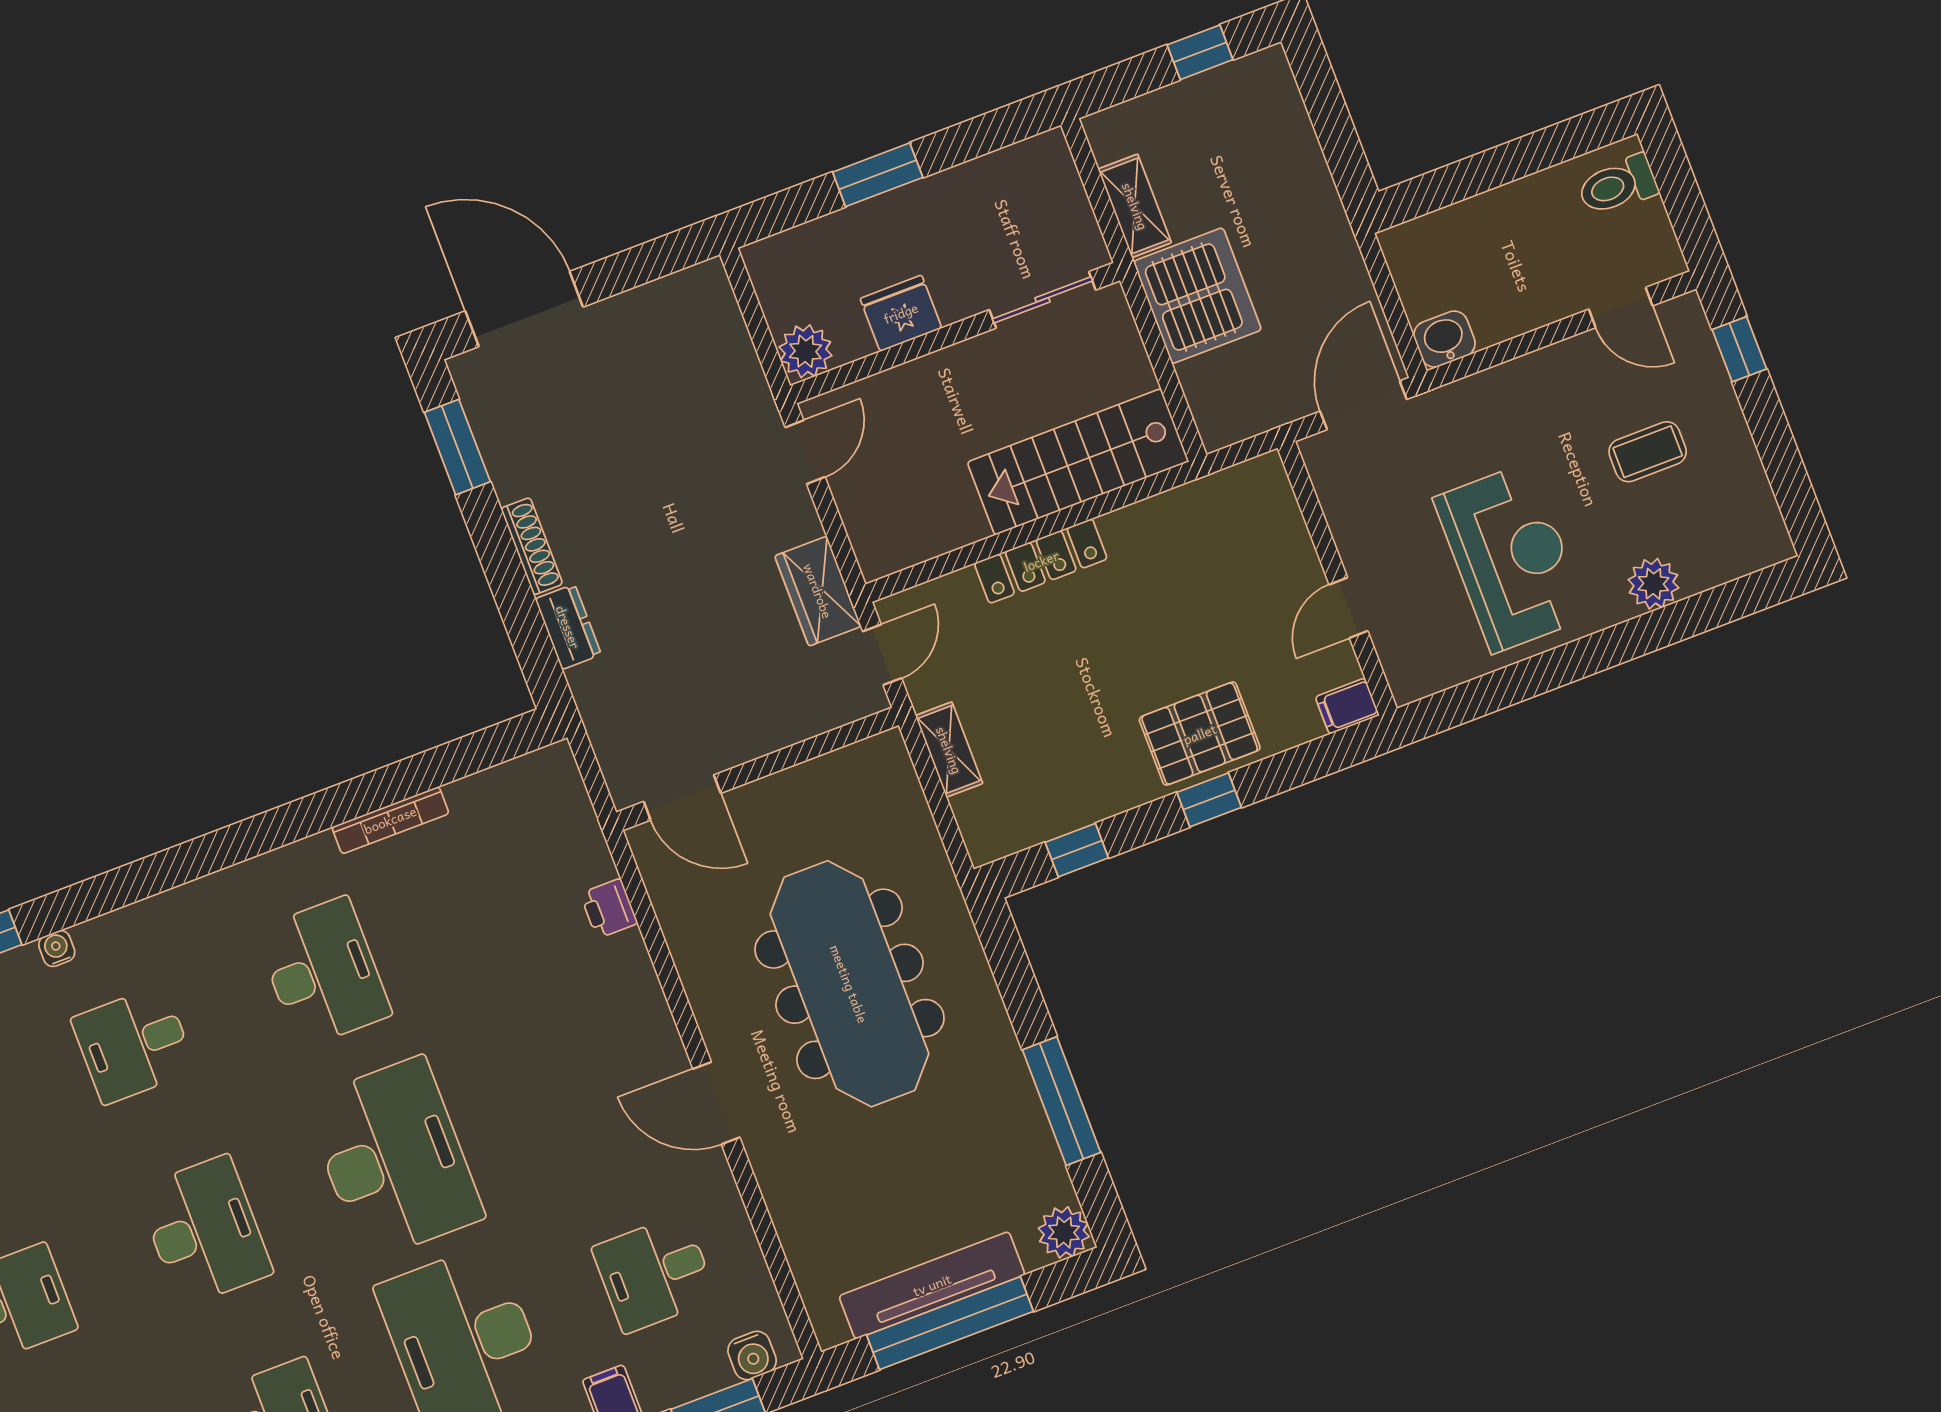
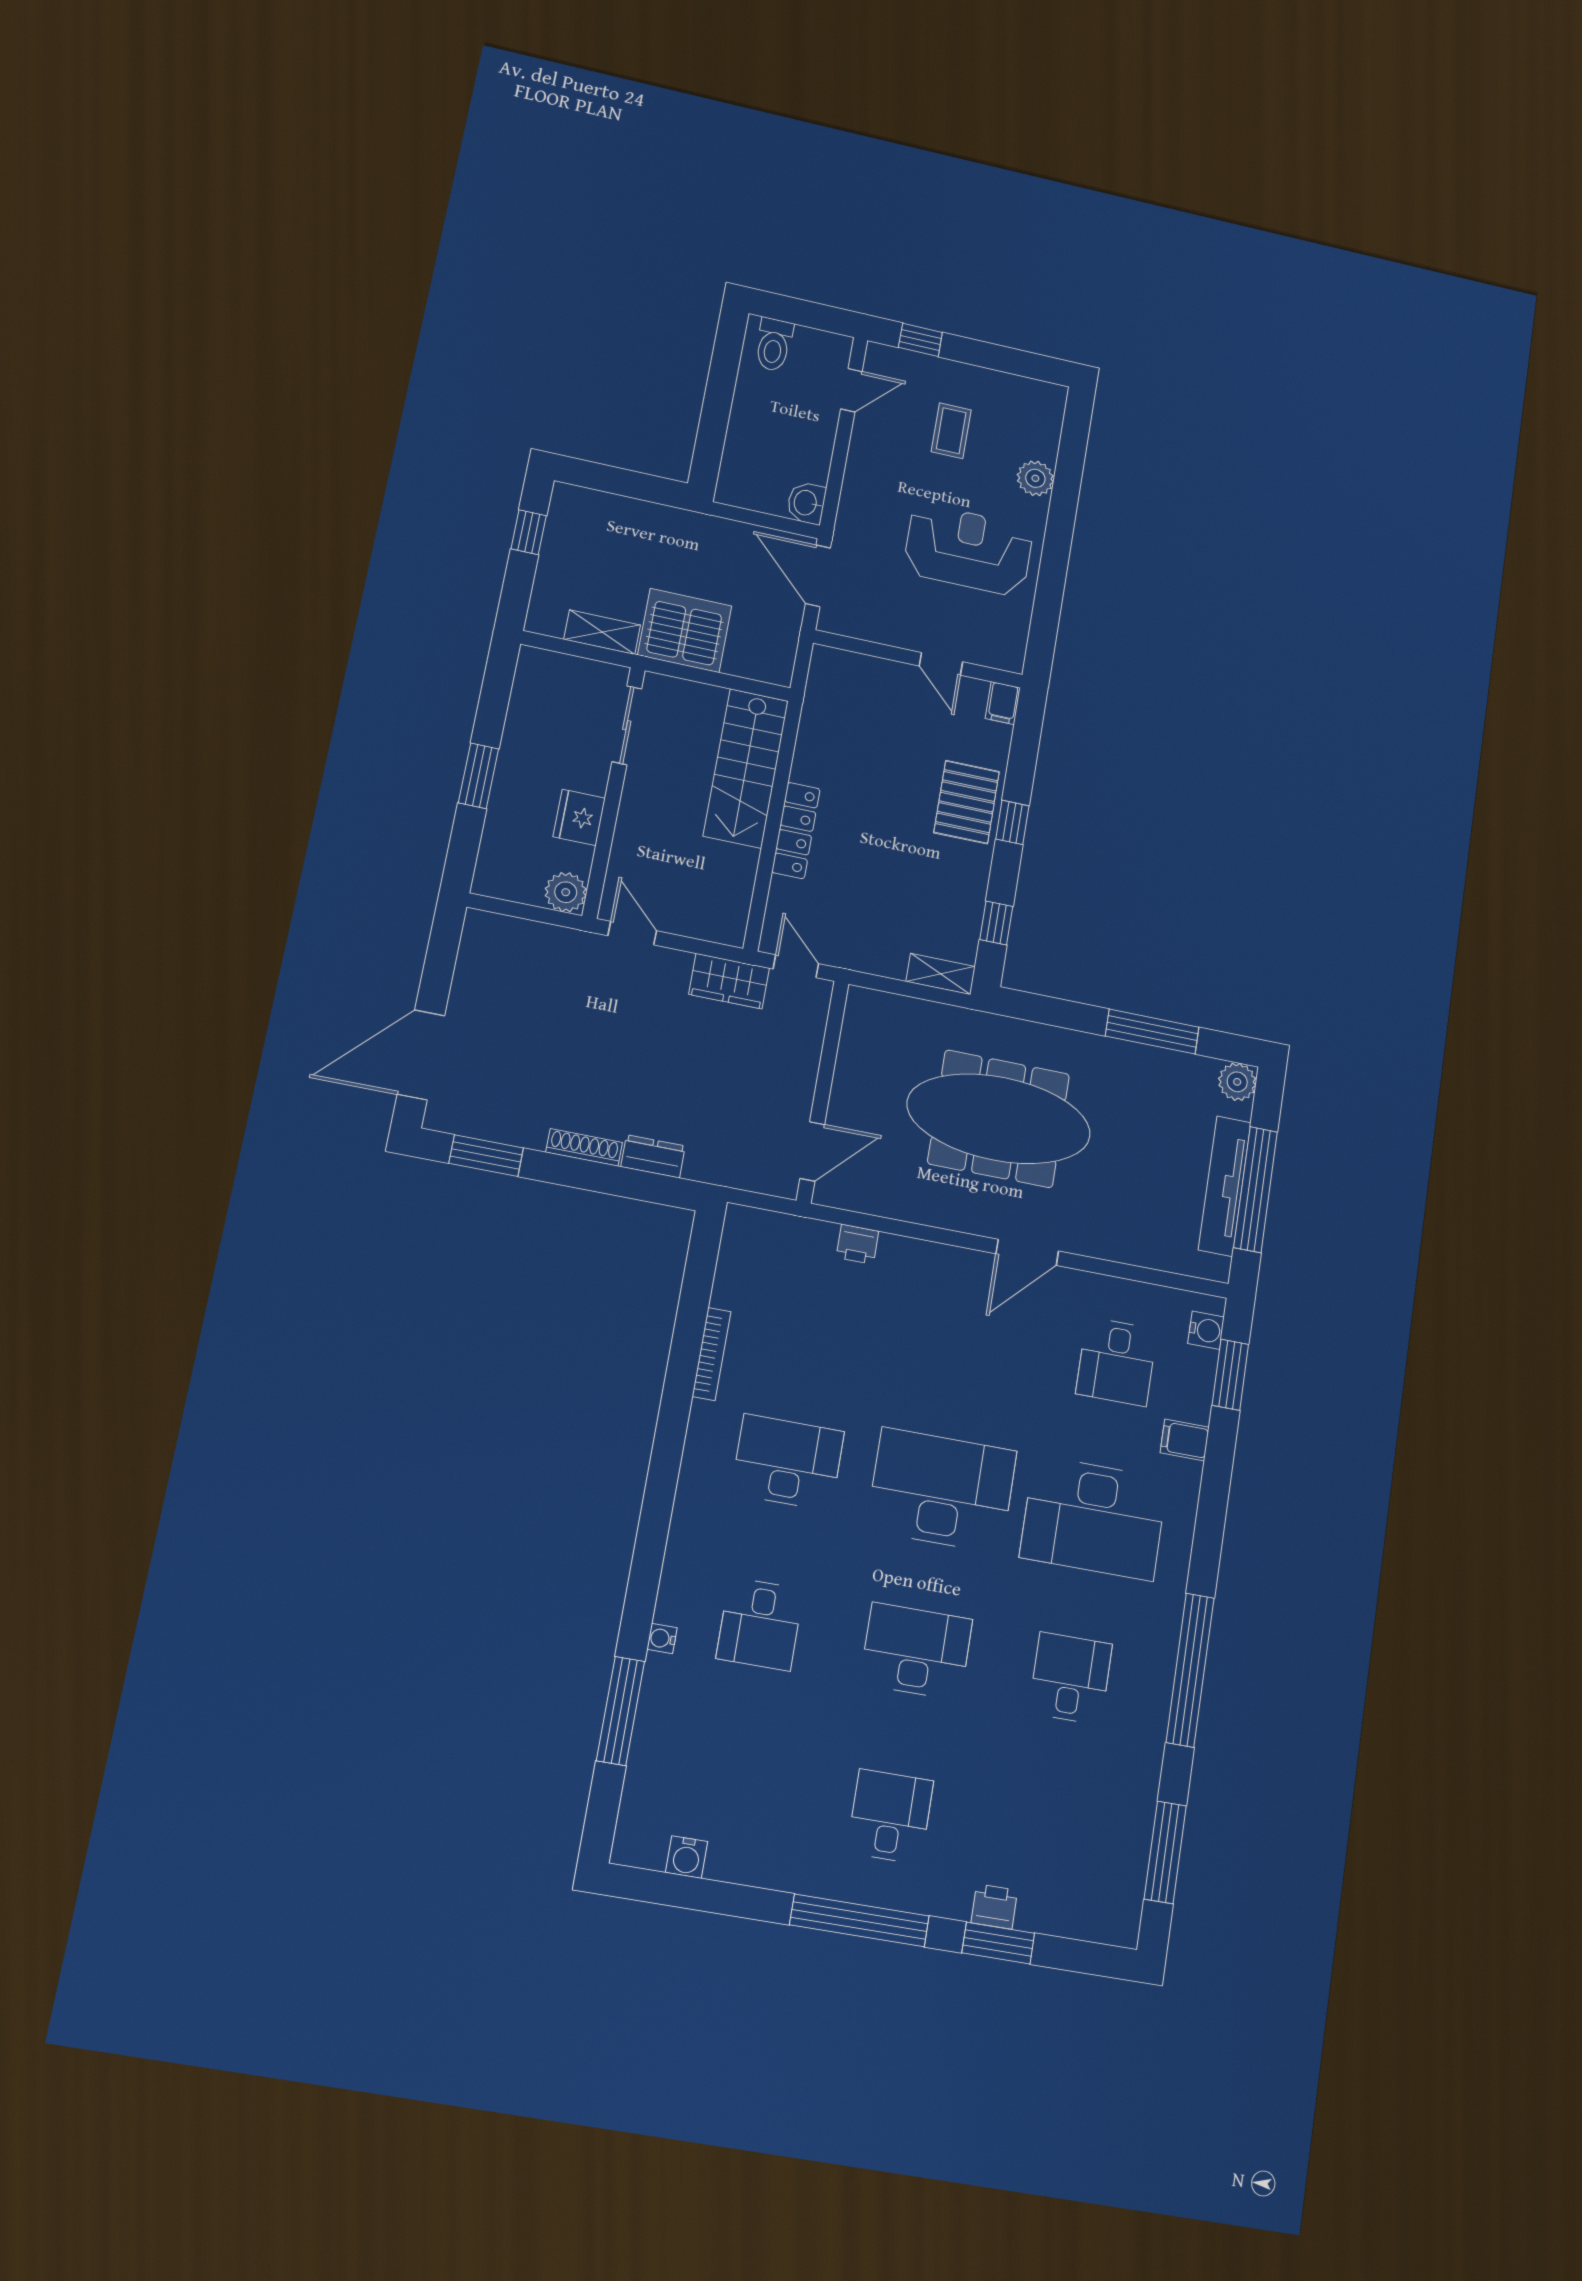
shelving: (949, 750) -> (941, 974), moved

